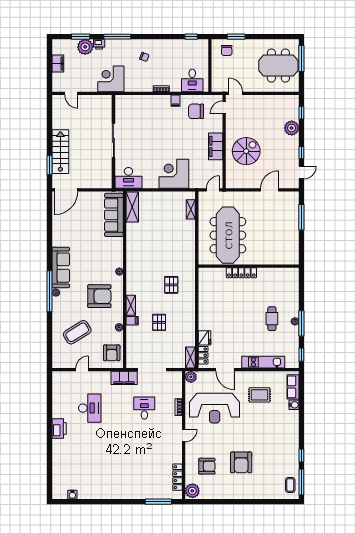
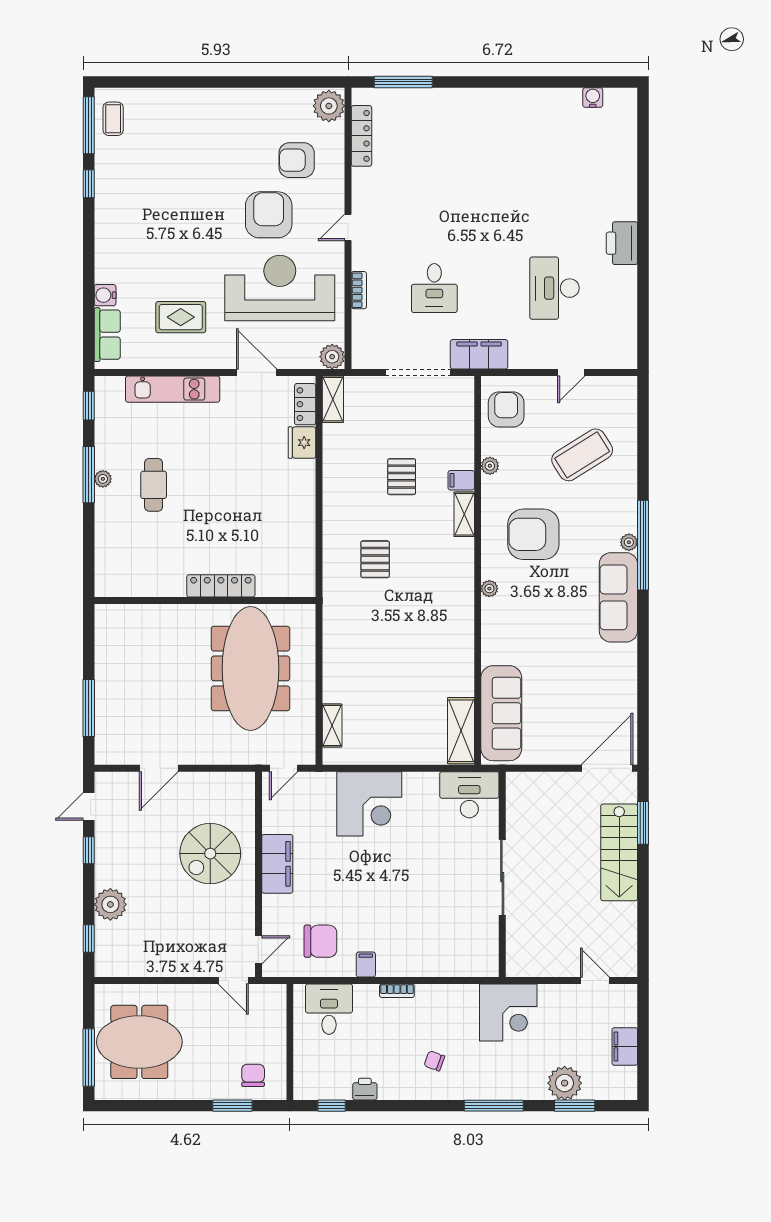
printer: (99, 44) -> (365, 1089), moved
armchair: (241, 462) -> (269, 215), moved

